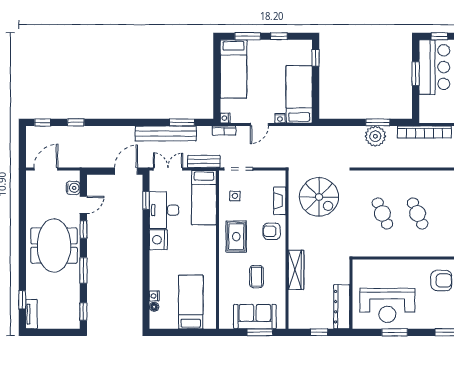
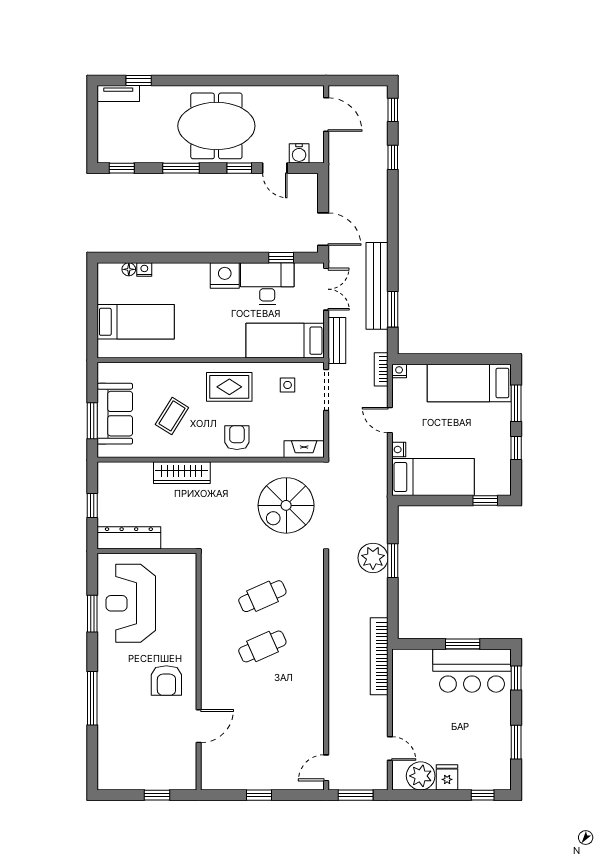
window: (378, 122) -> (393, 561), moved
plant: (375, 136) -> (373, 558), moved
fireplace: (280, 201) -> (304, 449), moved
coffee table: (257, 277) -> (172, 416), turned -58

